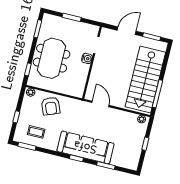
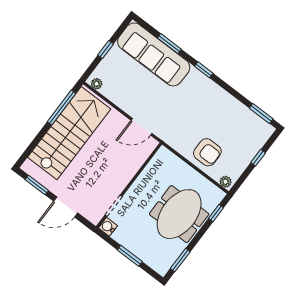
water cooler: (87, 58) -> (108, 227), moved
door: (100, 104) -> (141, 127), hinge flipped
armchair: (51, 106) -> (207, 152), turned 112
coffee table: (36, 132) -> (241, 127), removed
sofa: (85, 147) -> (154, 54), moved

